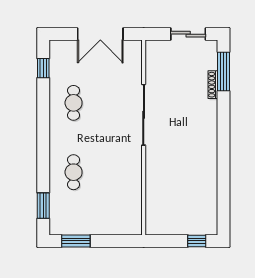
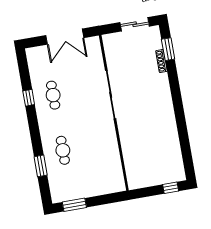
window: (43, 68) -> (29, 98), moved
window: (223, 72) -> (168, 49), width x0.69
window: (43, 206) -> (41, 166), moved

